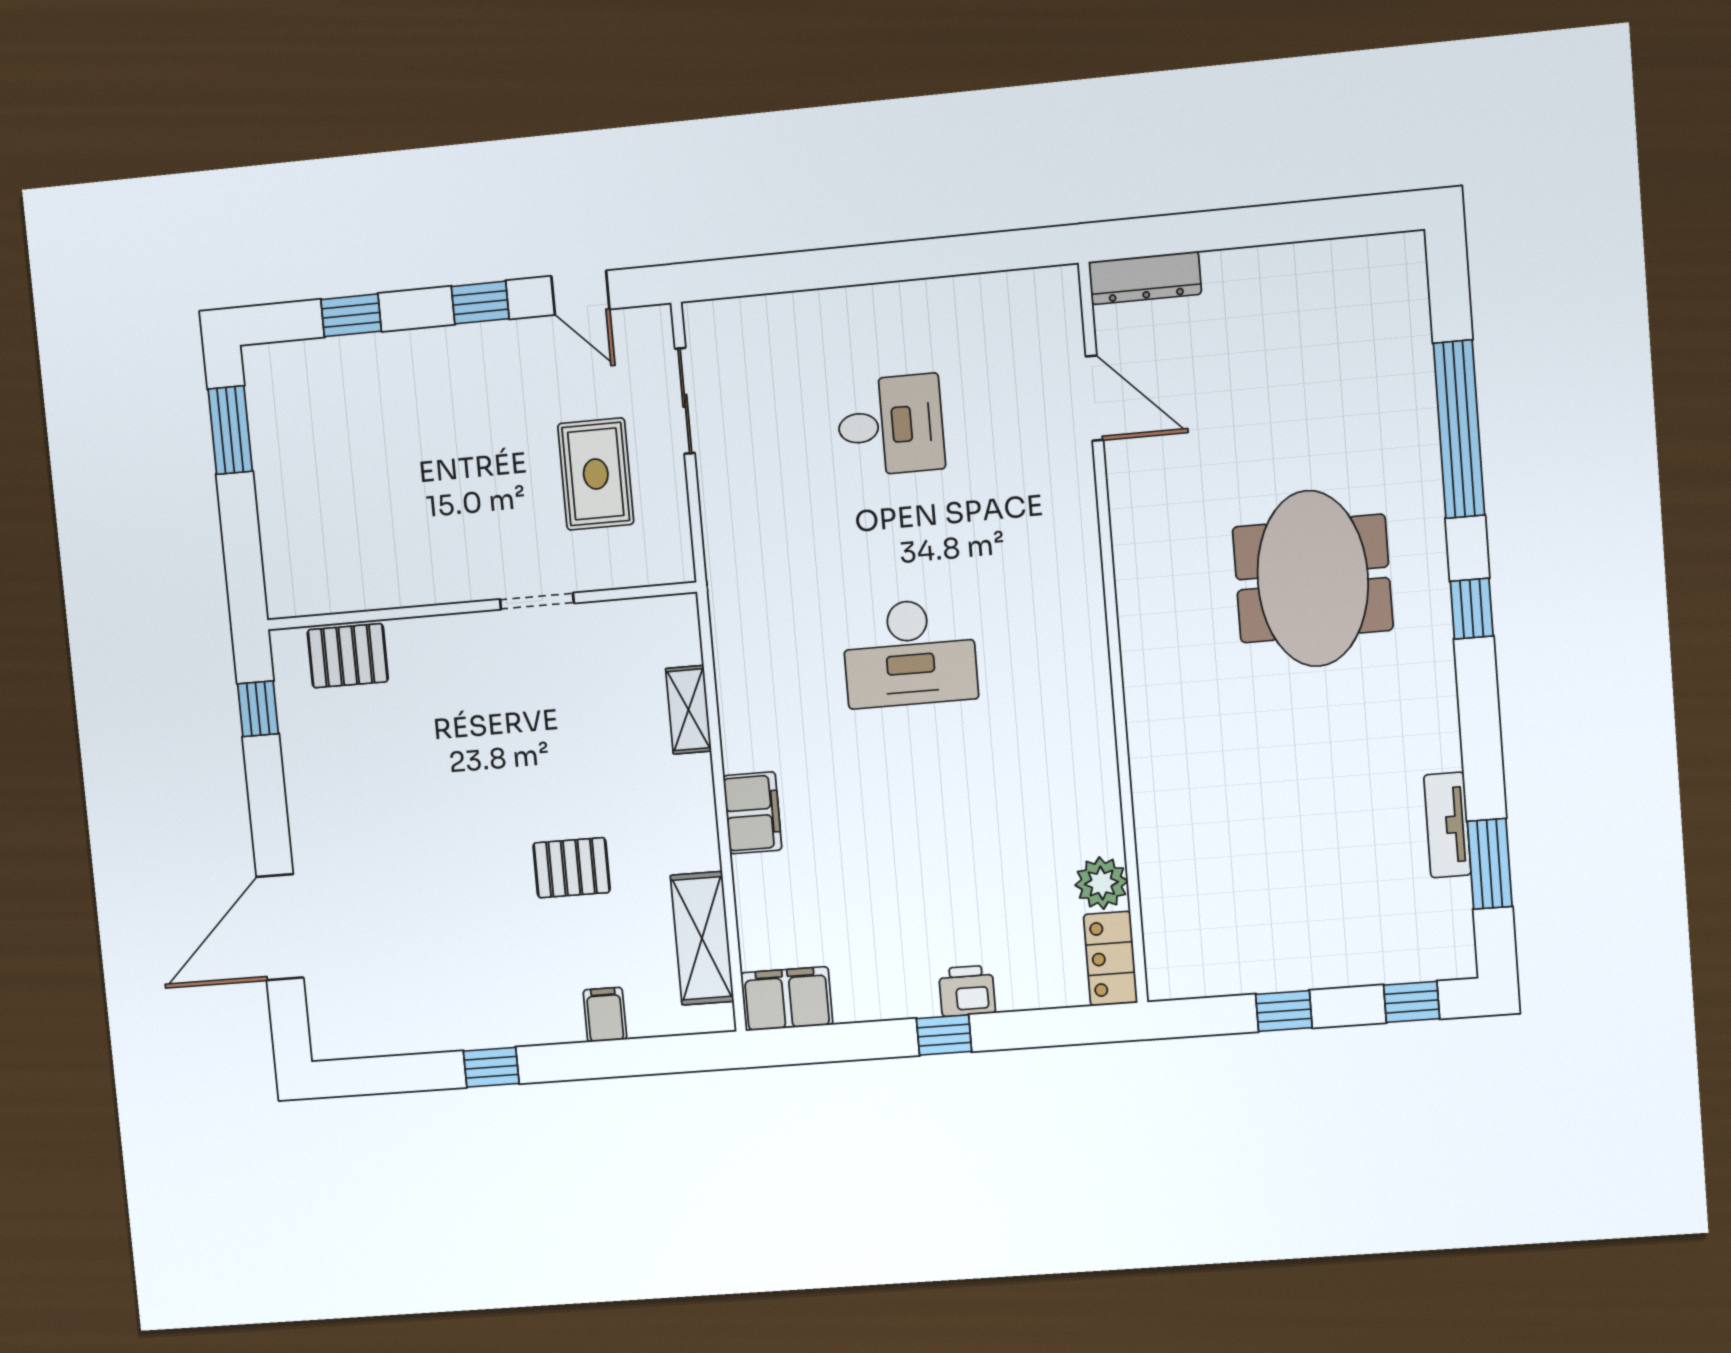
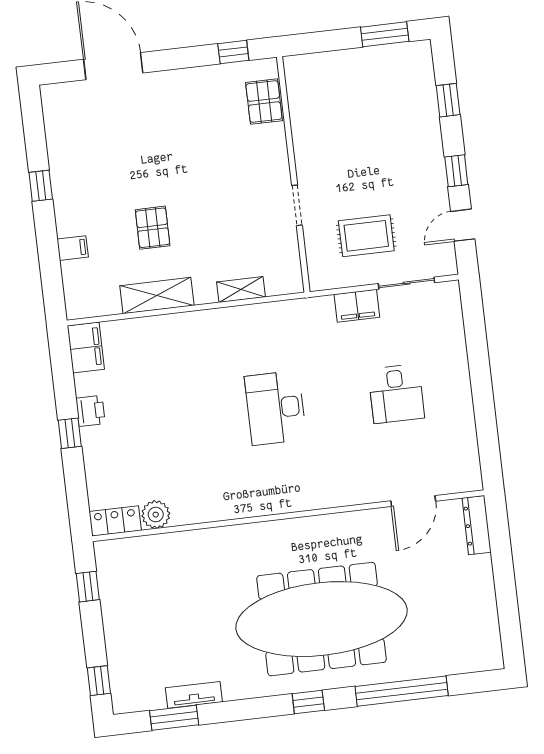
meeting table: (1313, 579) -> (322, 619), width x1.86, depth x1.27
filing cabinet: (752, 813) -> (357, 306), moved
shelving: (702, 938) -> (157, 296), moved
printer: (967, 991) -> (90, 411), moved
window: (1284, 1011) -> (88, 587), moved

